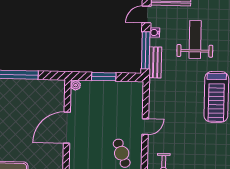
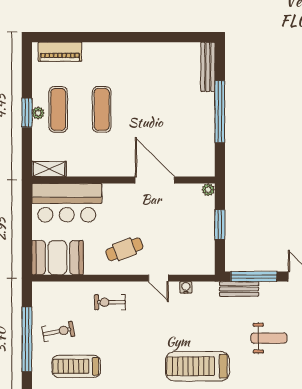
water cooler: (155, 33) -> (186, 287), moved
weight bench: (195, 39) -> (269, 338), width x0.73, depth x0.75

